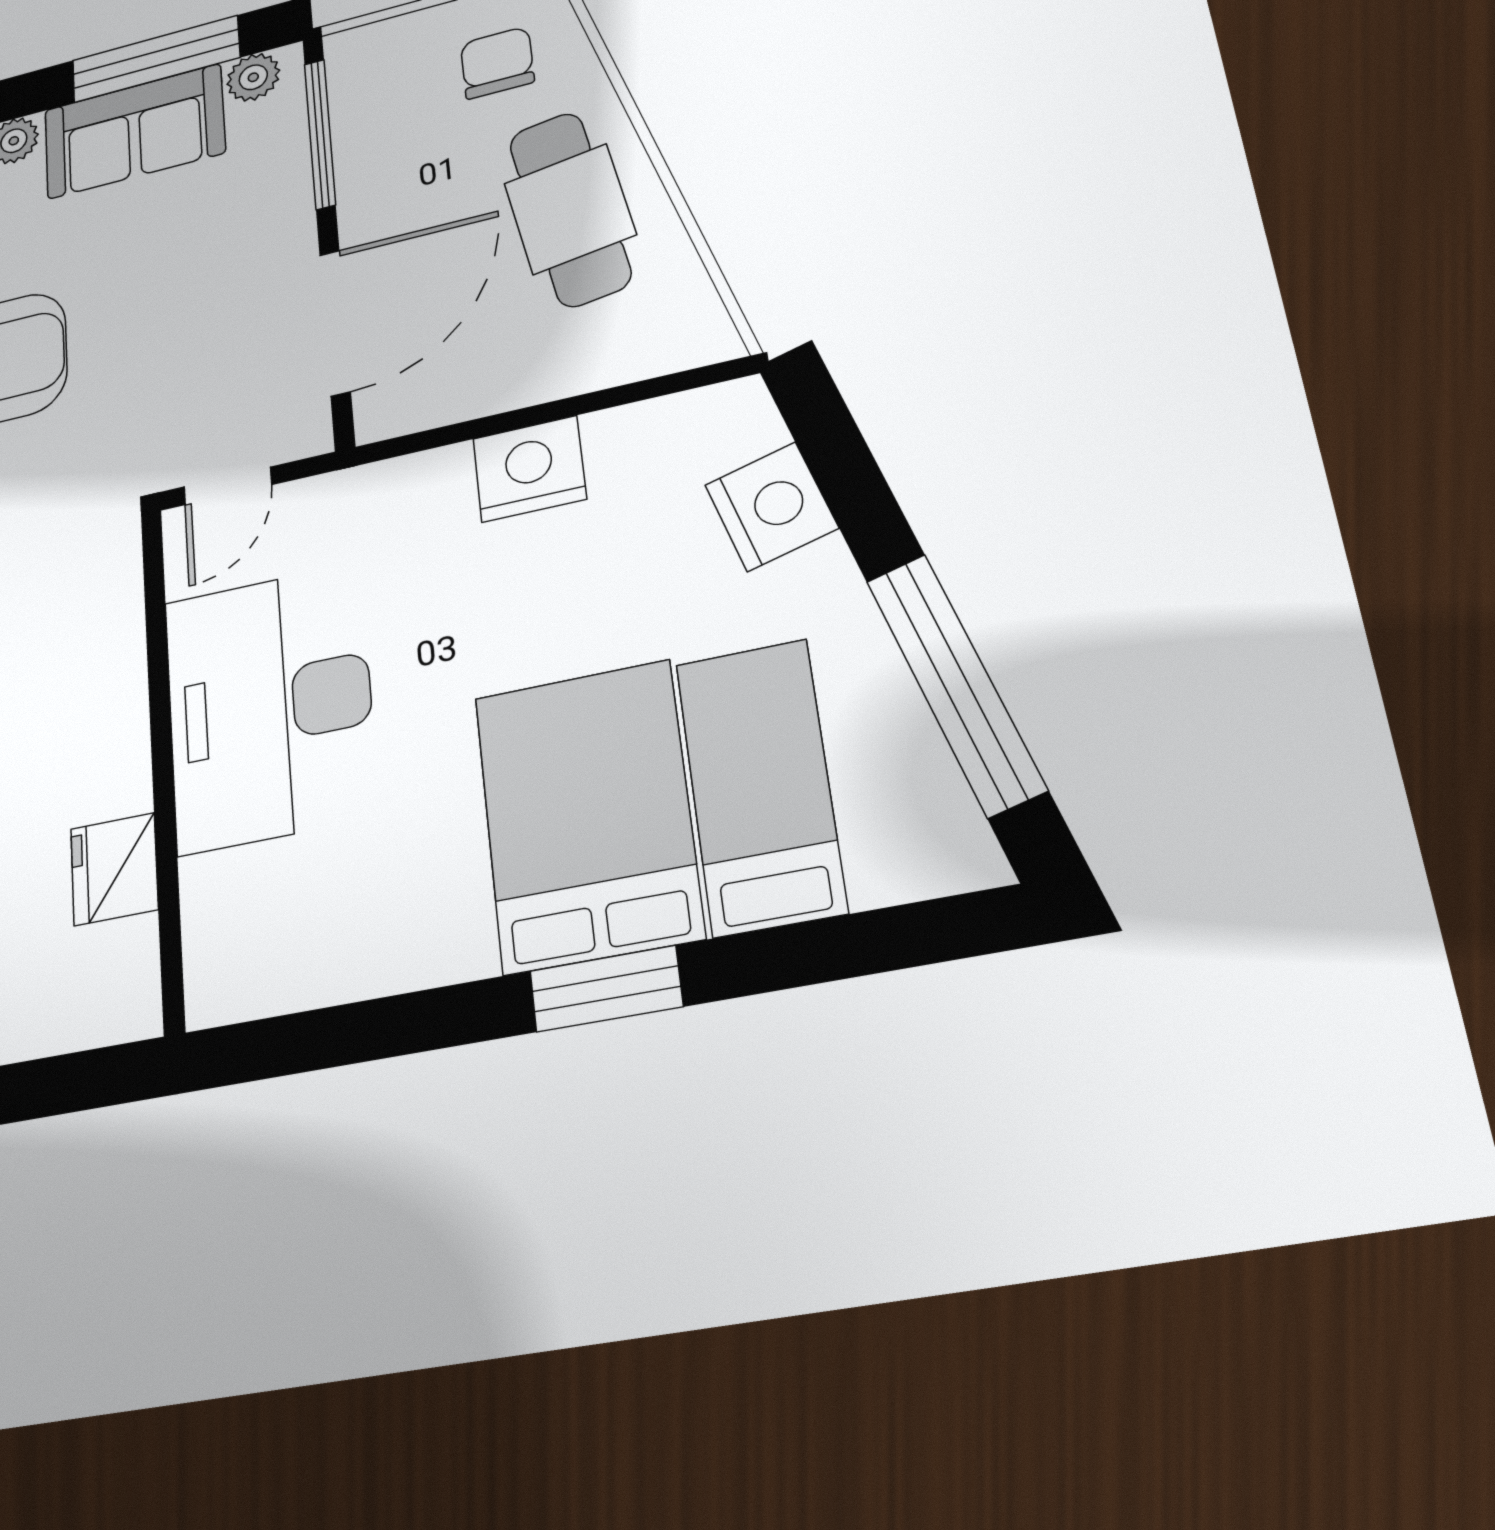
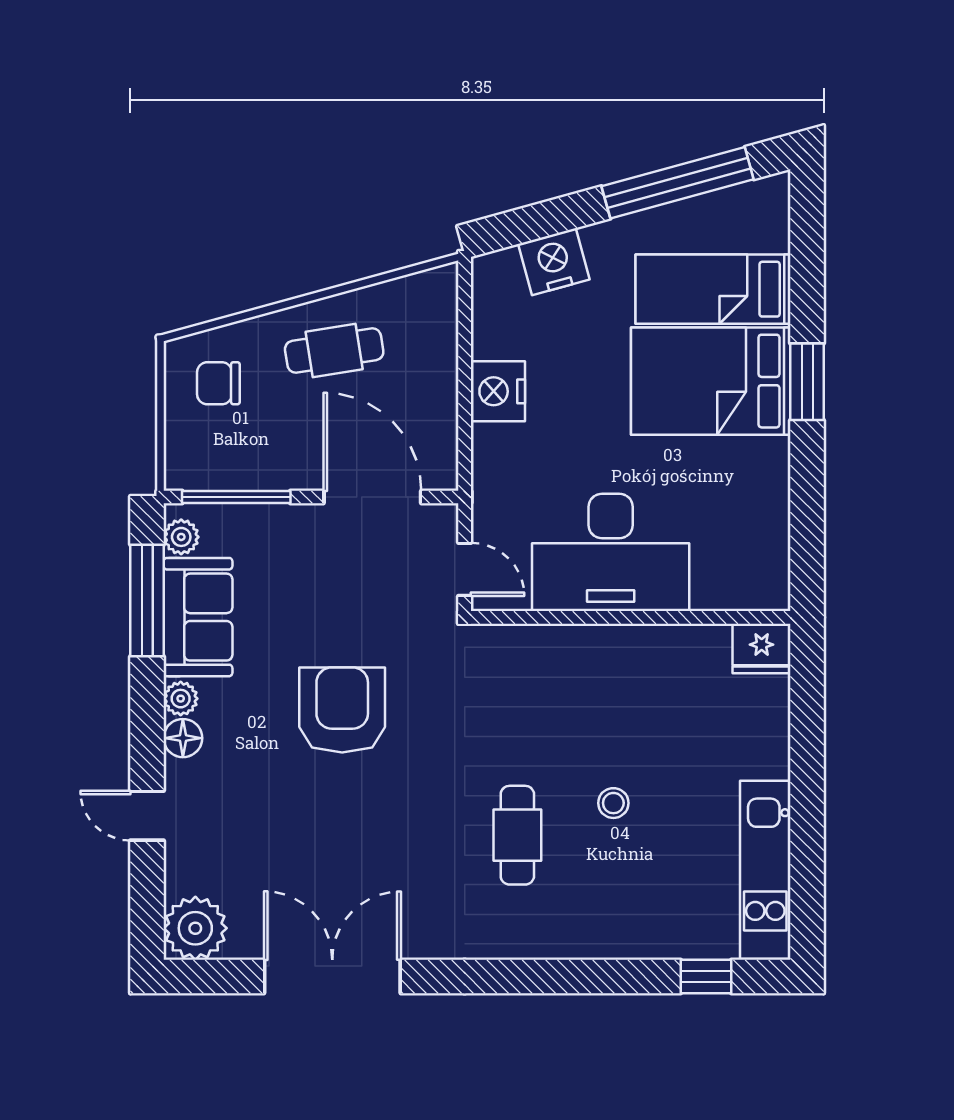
cafe table: (570, 209) -> (334, 350), width x0.73, depth x0.74
fridge: (114, 869) -> (762, 649), moved

